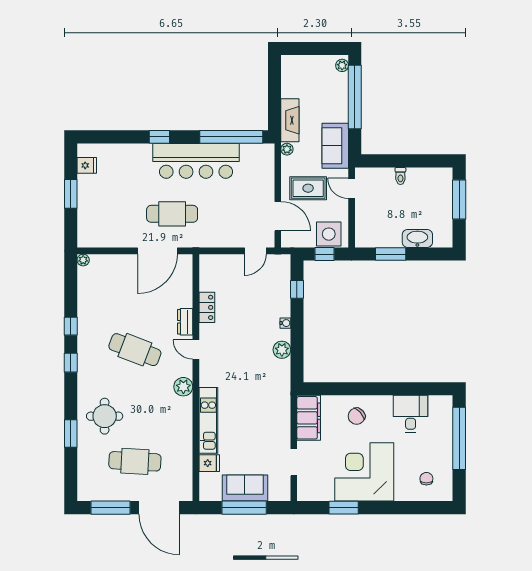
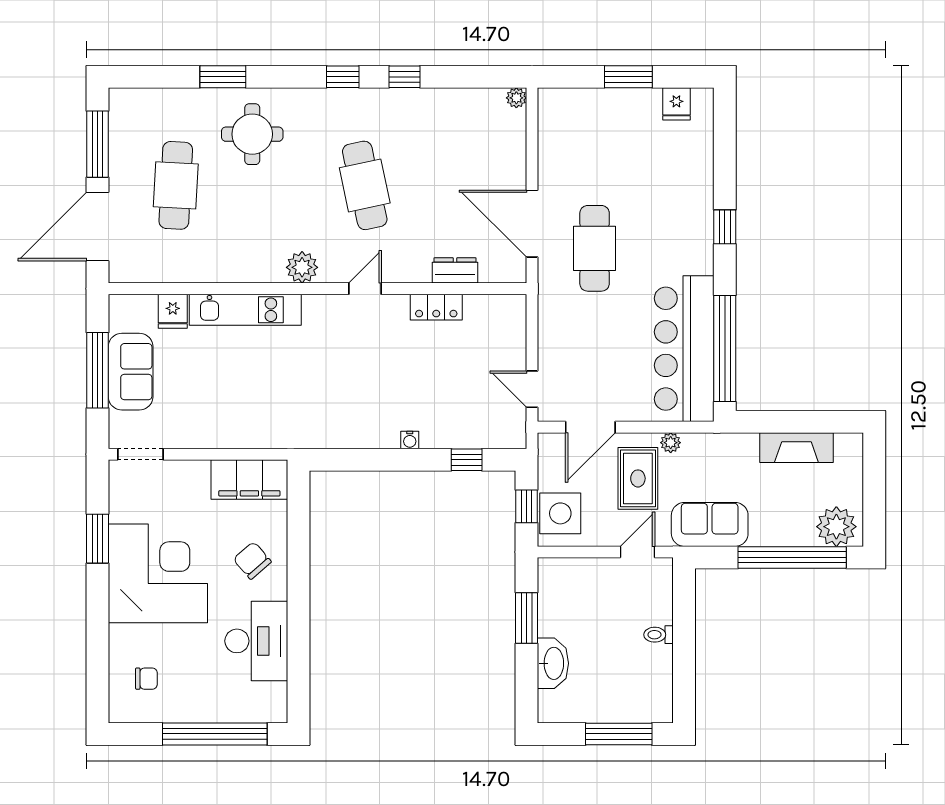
plant: (342, 65) -> (836, 527), width x1.88, depth x1.88
fireplace: (290, 120) -> (796, 448), moved
plant: (287, 149) -> (671, 443), moved
bar counter: (196, 161) -> (684, 349), moved
dresser: (185, 322) -> (455, 270), moved
cafe table: (135, 350) -> (365, 185), turned -33
plant: (282, 350) -> (365, 434), removed
desk: (411, 414) -> (256, 641), width x1.37
doorway: (294, 462) -> (140, 454), moved

